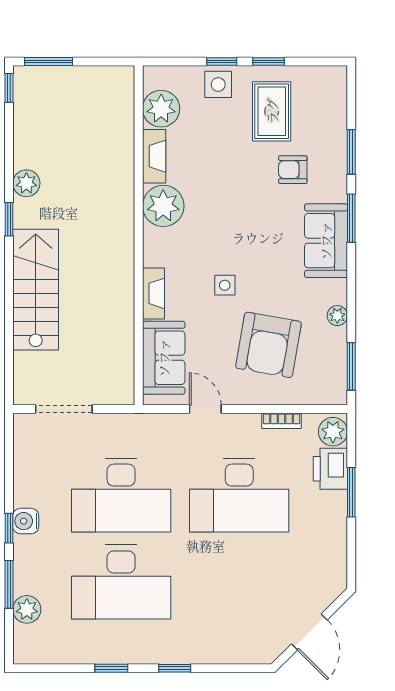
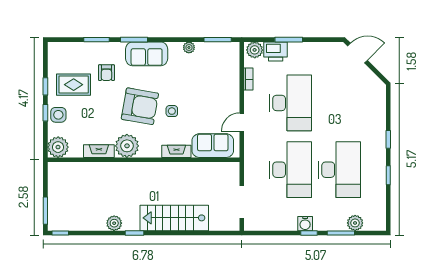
plant: (161, 109) -> (58, 147), moved
armchair: (268, 345) -> (140, 106), moved
door: (309, 632) -> (358, 53), moved

